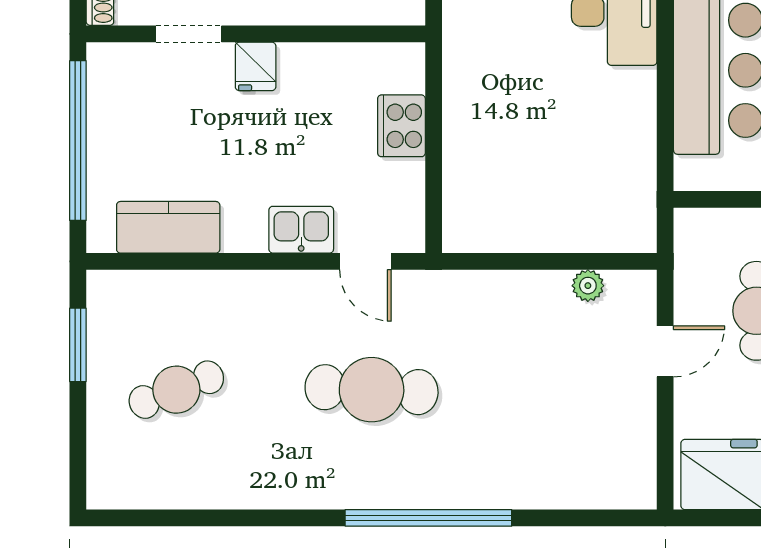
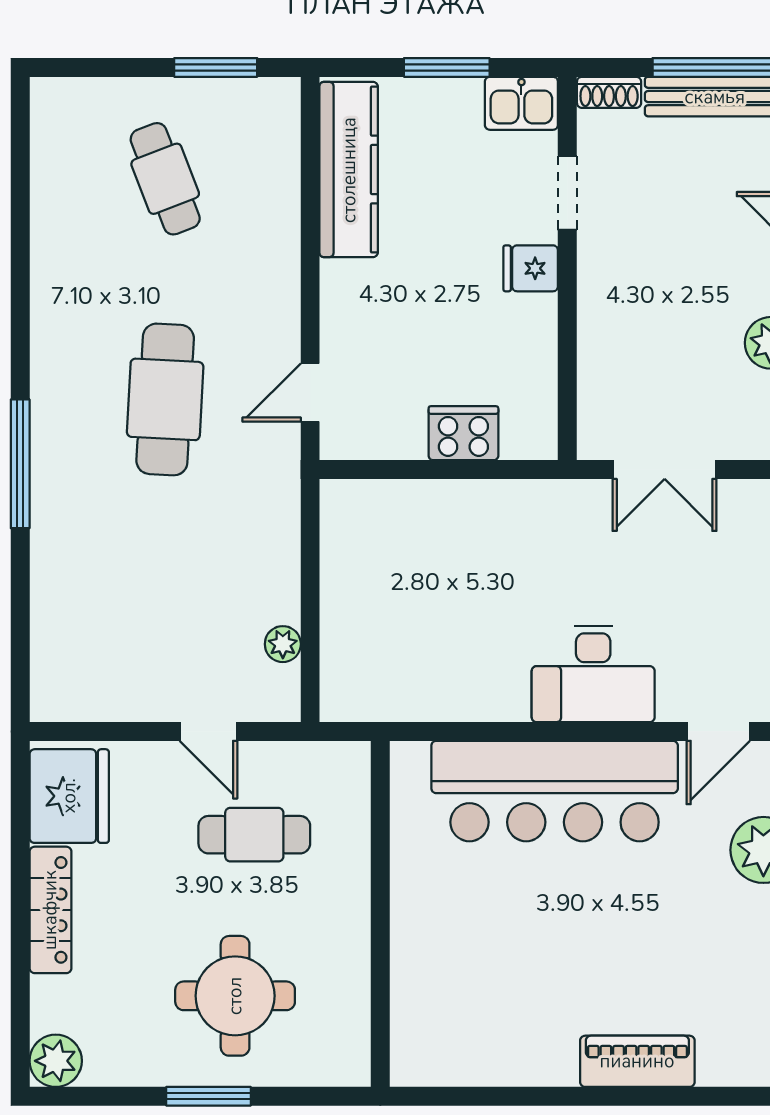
window: (78, 141) -> (447, 67), width x0.47
kitchen counter: (168, 227) -> (349, 170), width x1.50
kitchen sink: (301, 230) -> (521, 103), moved, turned 90
window: (428, 518) -> (20, 464), width x0.68

